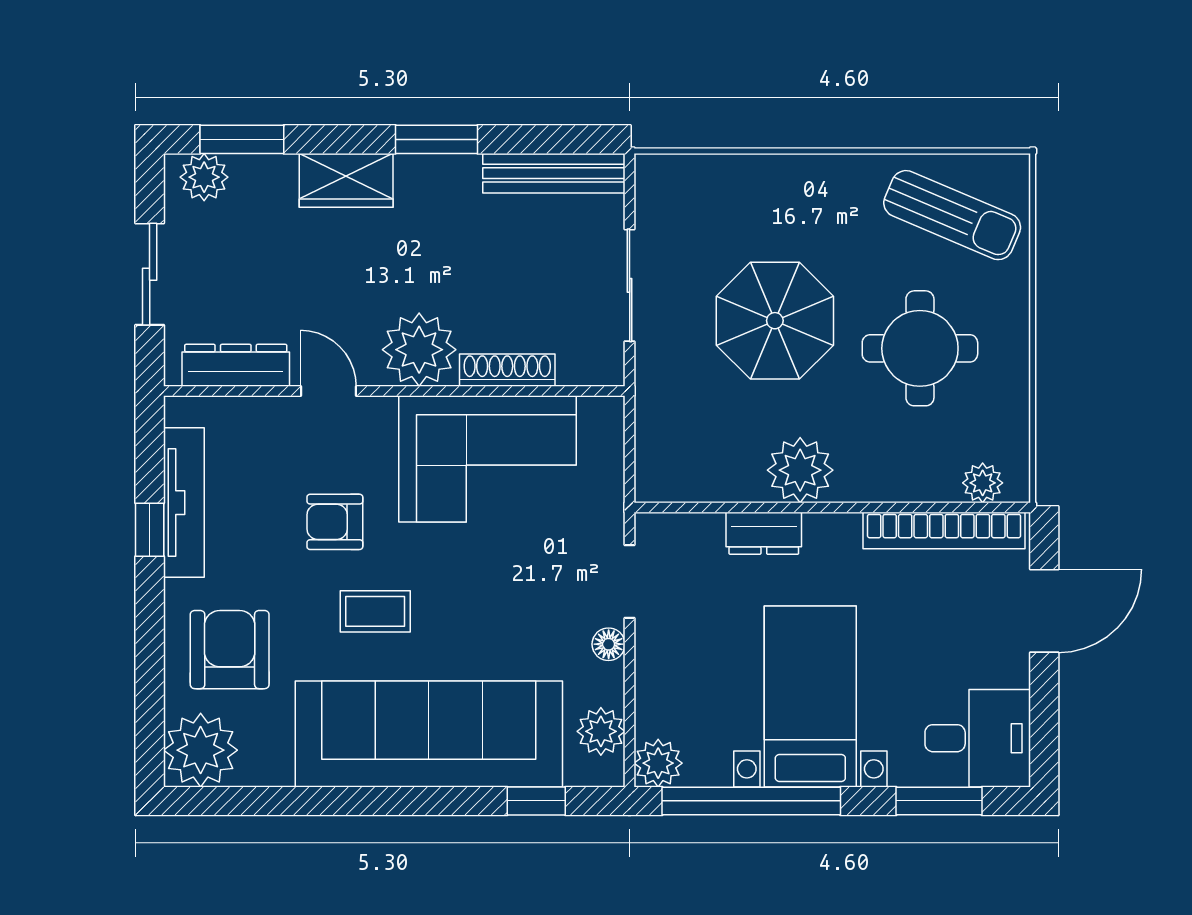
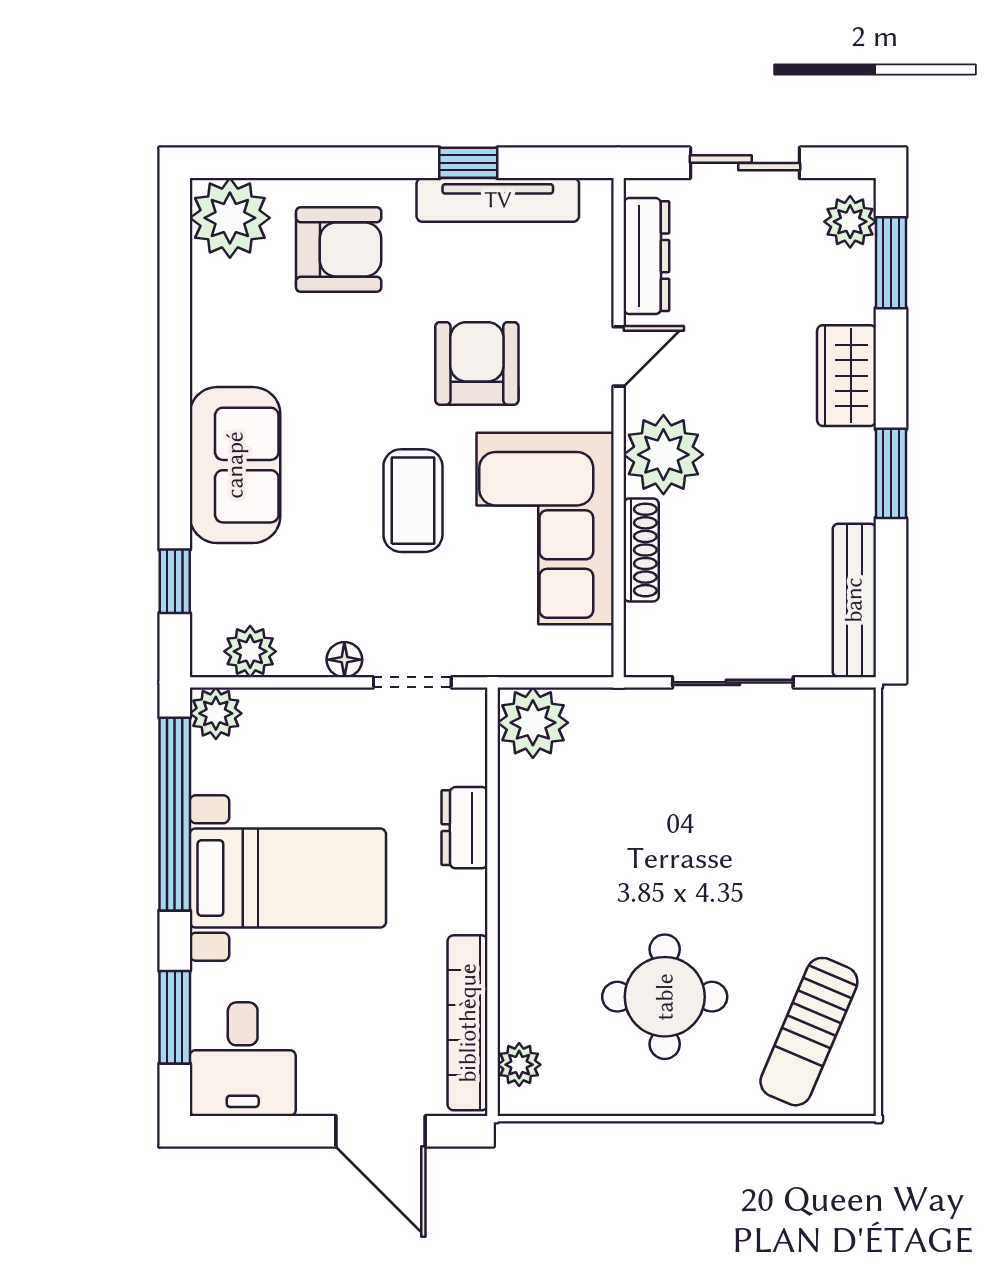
parasol: (775, 321) -> (695, 840), removed
plant: (800, 470) -> (533, 723), moved
armchair: (335, 522) -> (477, 363), width x1.38, depth x1.38
coffee table: (375, 611) -> (413, 501), moved, width x1.36, depth x1.30
sofa: (429, 734) -> (235, 465), width x0.54, depth x0.79

